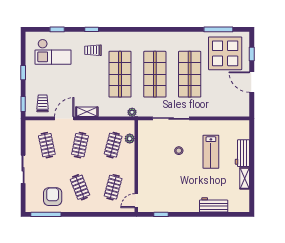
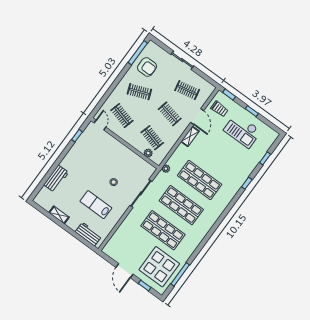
trolley: (93, 50) -> (231, 173), removed
checkout: (53, 52) -> (242, 131), moved, turned -90
door: (252, 82) -> (124, 271), swing flipped
workbench: (242, 153) -> (88, 234), moved

